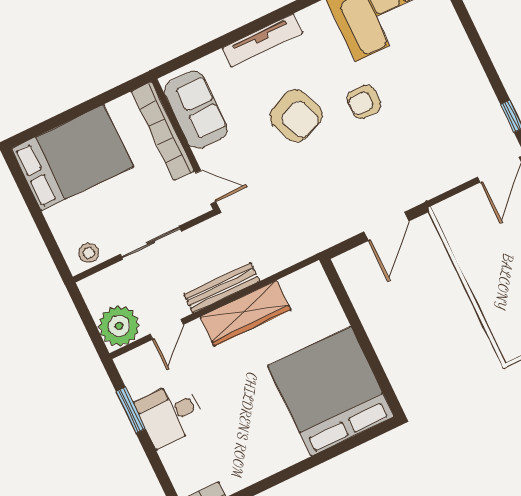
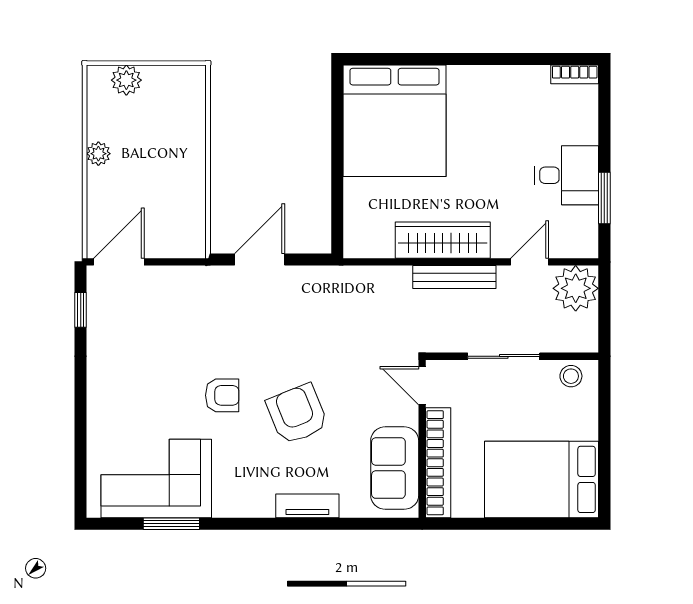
tv unit: (262, 40) -> (307, 506), width x0.71

